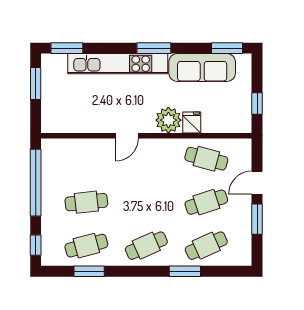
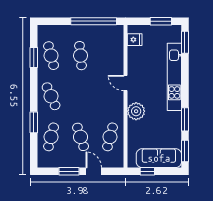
window: (154, 48) -> (185, 119), moved
sofa: (202, 68) -> (159, 158), moved, turned 90
fridge: (192, 122) -> (135, 40), moved
window: (36, 245) -> (51, 21), removed
cafe table: (206, 246) -> (51, 137), turned 39

